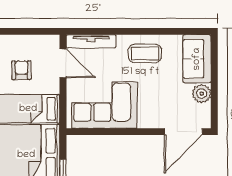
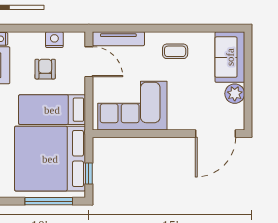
nightstand: (30, 42) -> (54, 40), added
coffee table: (145, 53) -> (175, 51), width x0.73, depth x0.77

